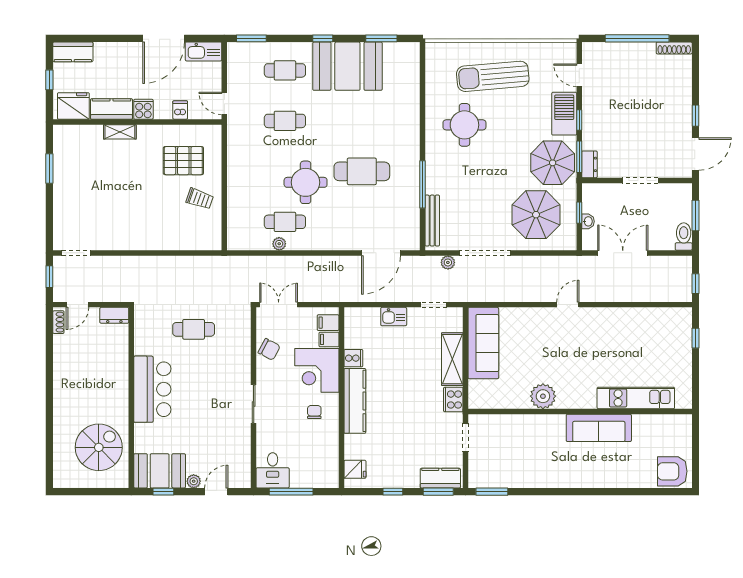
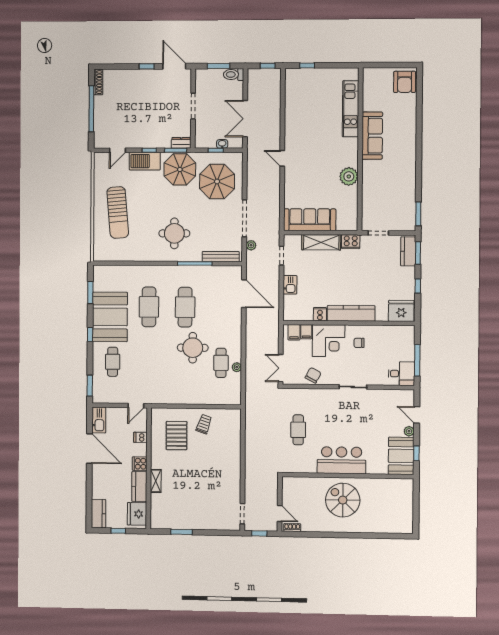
cafe table: (285, 121) -> (149, 307), moved, width x1.37, depth x1.35
round table: (464, 125) -> (174, 233), moved
dresser: (114, 315) -> (288, 487), removed
spiral stairs: (99, 447) -> (343, 500), moved
fridge: (355, 469) -> (401, 311), width x1.88, depth x1.34

